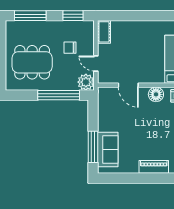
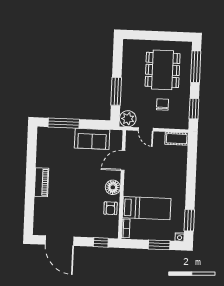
dining table: (32, 62) -> (163, 70), moved
door: (96, 64) -> (146, 129), swing flipped
window: (59, 95) -> (116, 91), width x0.68
sofa: (108, 150) -> (92, 139), moved

